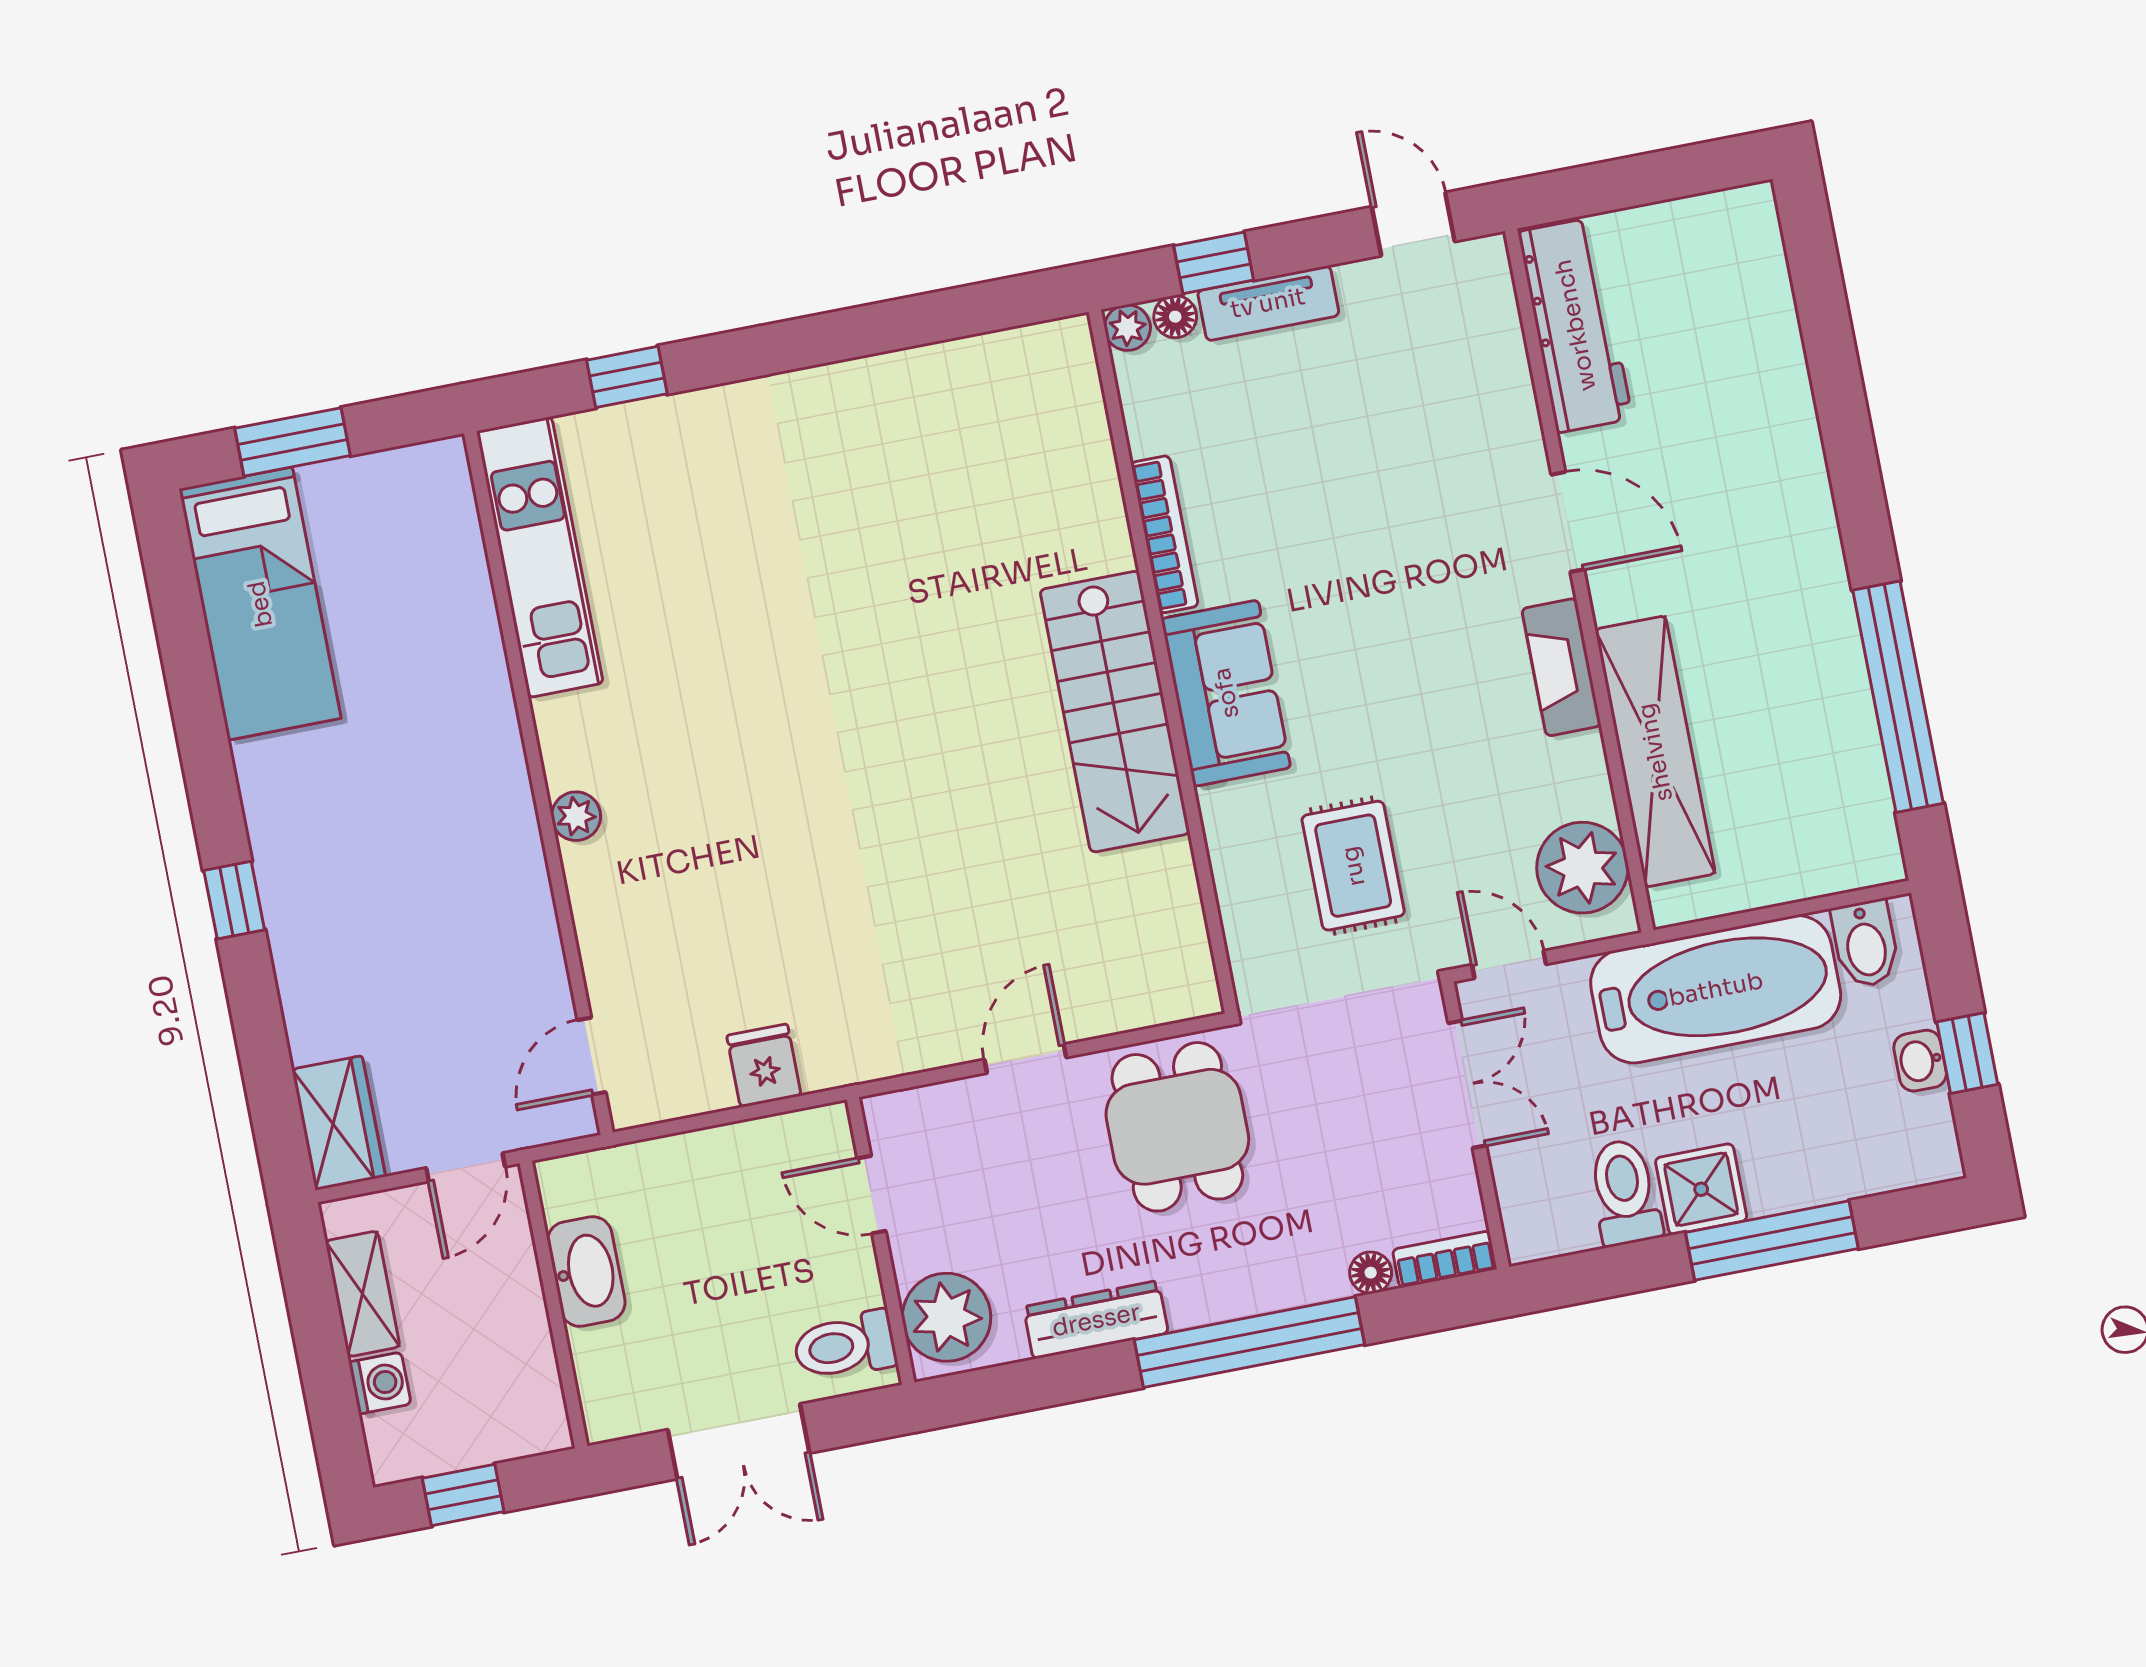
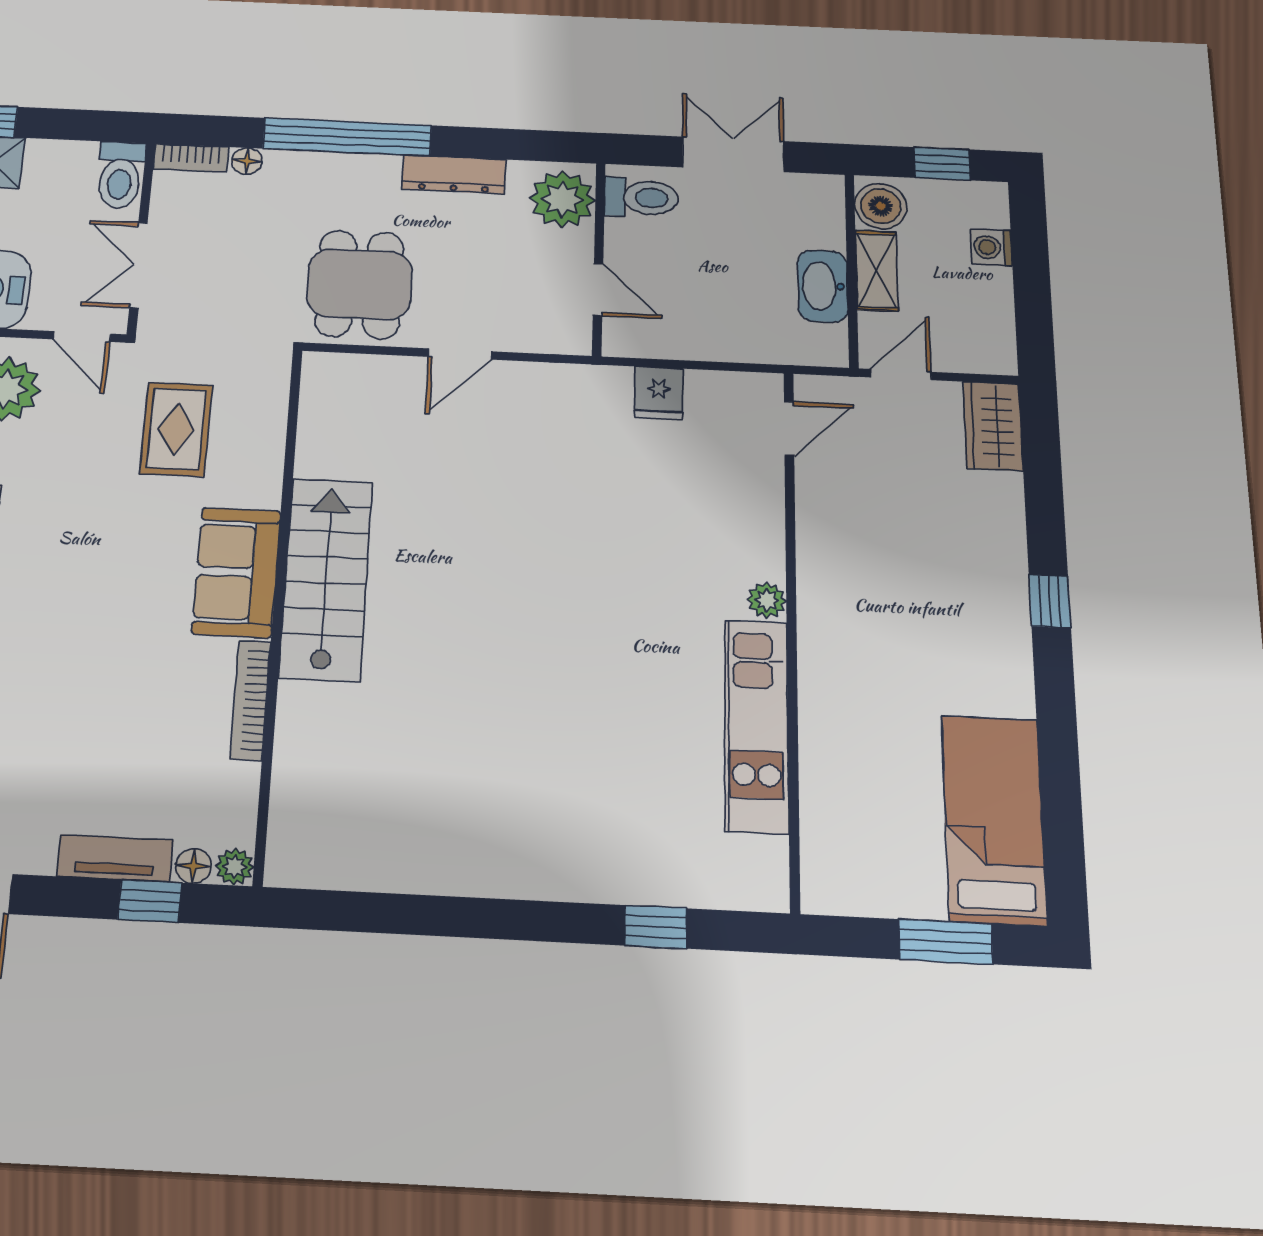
kitchen unit: (540, 557) -> (756, 726), moved
toilet: (1625, 1192) -> (120, 175), moved
shelving: (363, 1294) -> (877, 271), moved
boiler: (532, 1410) -> (881, 206), added

